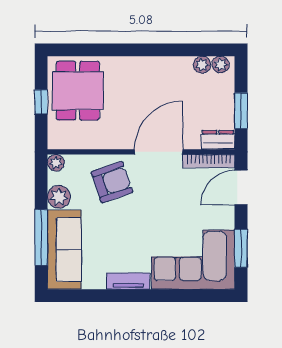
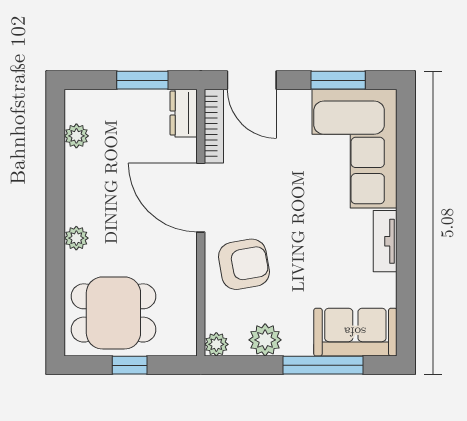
plant: (221, 65) -> (76, 238), moved
armchair: (112, 182) -> (244, 264), turned 99
sofa: (64, 250) -> (355, 332), width x0.73

